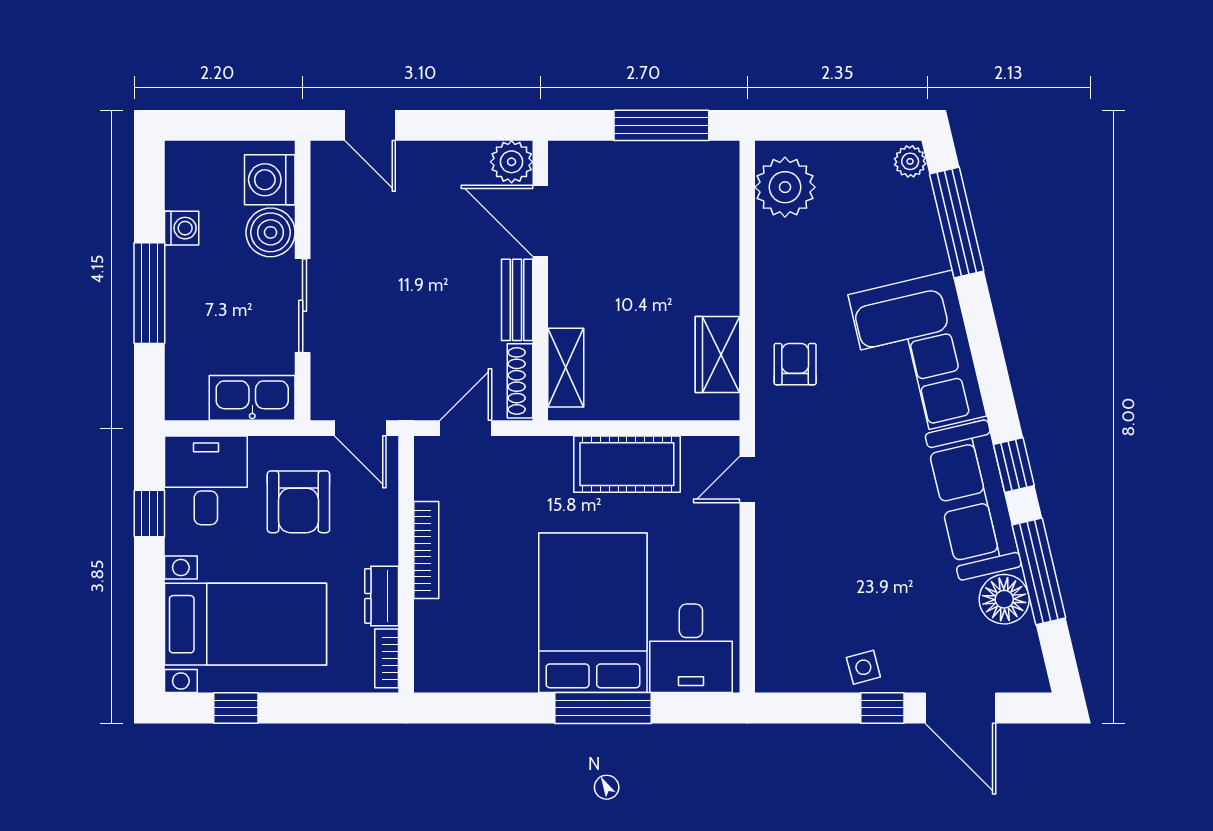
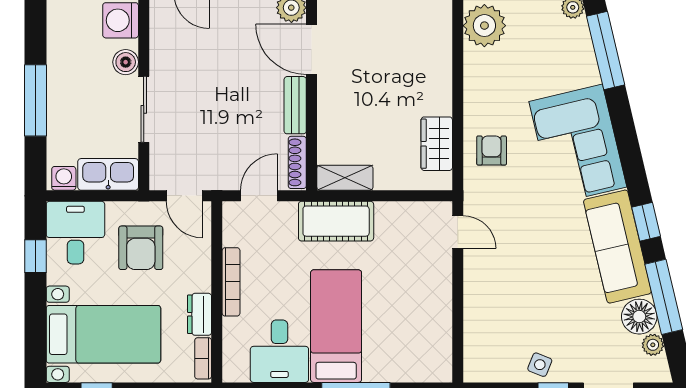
washing machine: (182, 228) -> (64, 178), moved, turned -90
boiler: (271, 232) -> (126, 62), width x0.73, depth x0.73
shelving: (566, 368) -> (345, 178), moved, turned 90
cot: (627, 464) -> (336, 221), moved
door: (747, 479) -> (458, 232), swing flipped
bed: (593, 613) -> (336, 326), width x0.67
plant: (1023, 639) -> (653, 345), added
desk: (691, 648) -> (279, 351), moved
side table: (863, 667) -> (540, 365), turned 37

